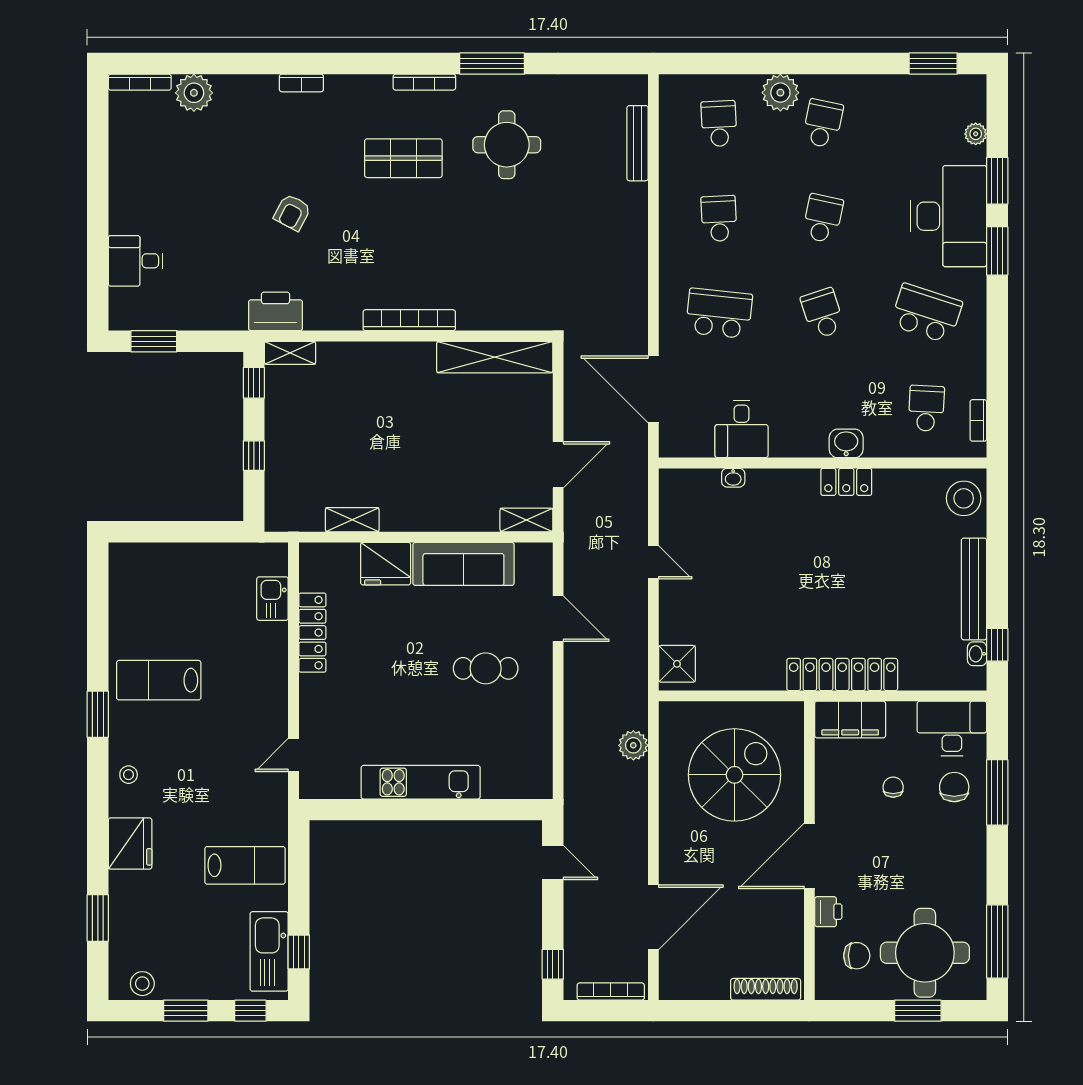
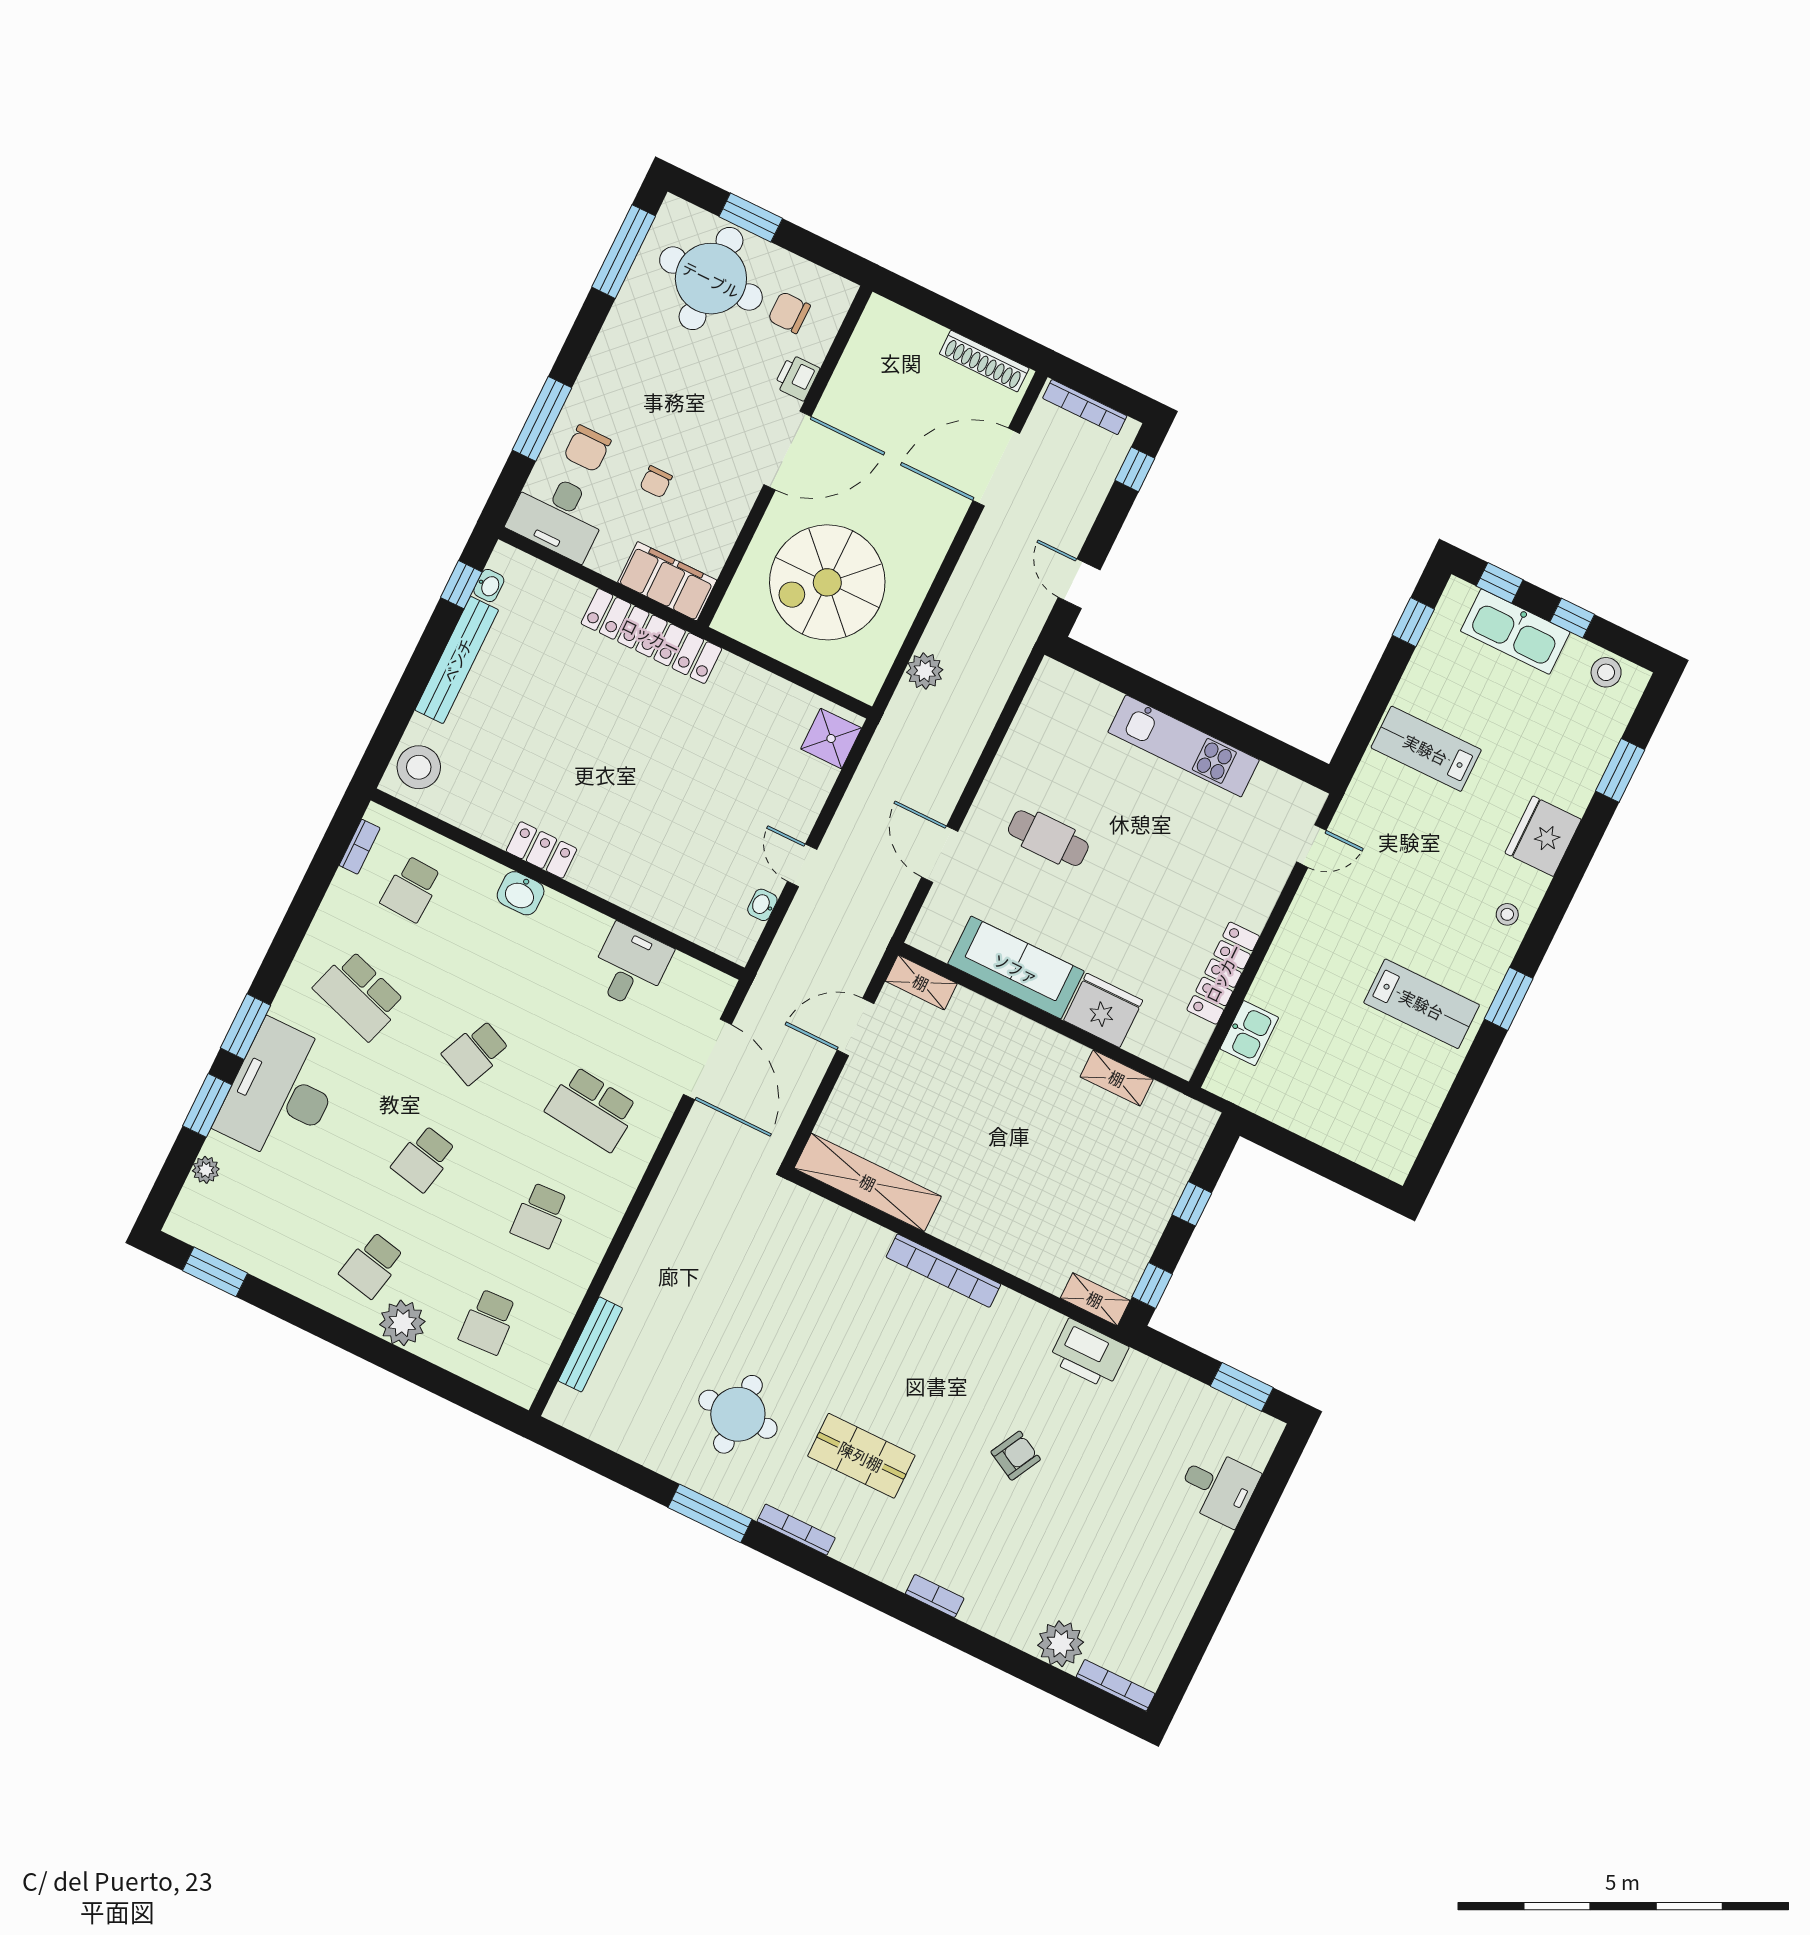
school desk: (823, 313) -> (476, 1052), turned 42
washbasin: (733, 478) -> (762, 905), moved, turned -90
kitchen sink: (269, 951) -> (1515, 632), moved, turned 90
shoe rack: (766, 989) -> (984, 361), moved
window: (186, 1011) -> (1572, 618), width x0.67

